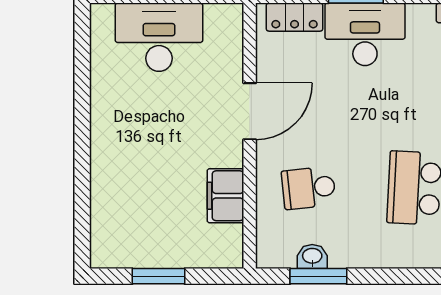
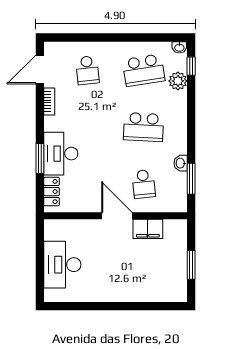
door: (250, 111) -> (117, 216), moved
washbasin: (312, 257) -> (181, 163), moved

